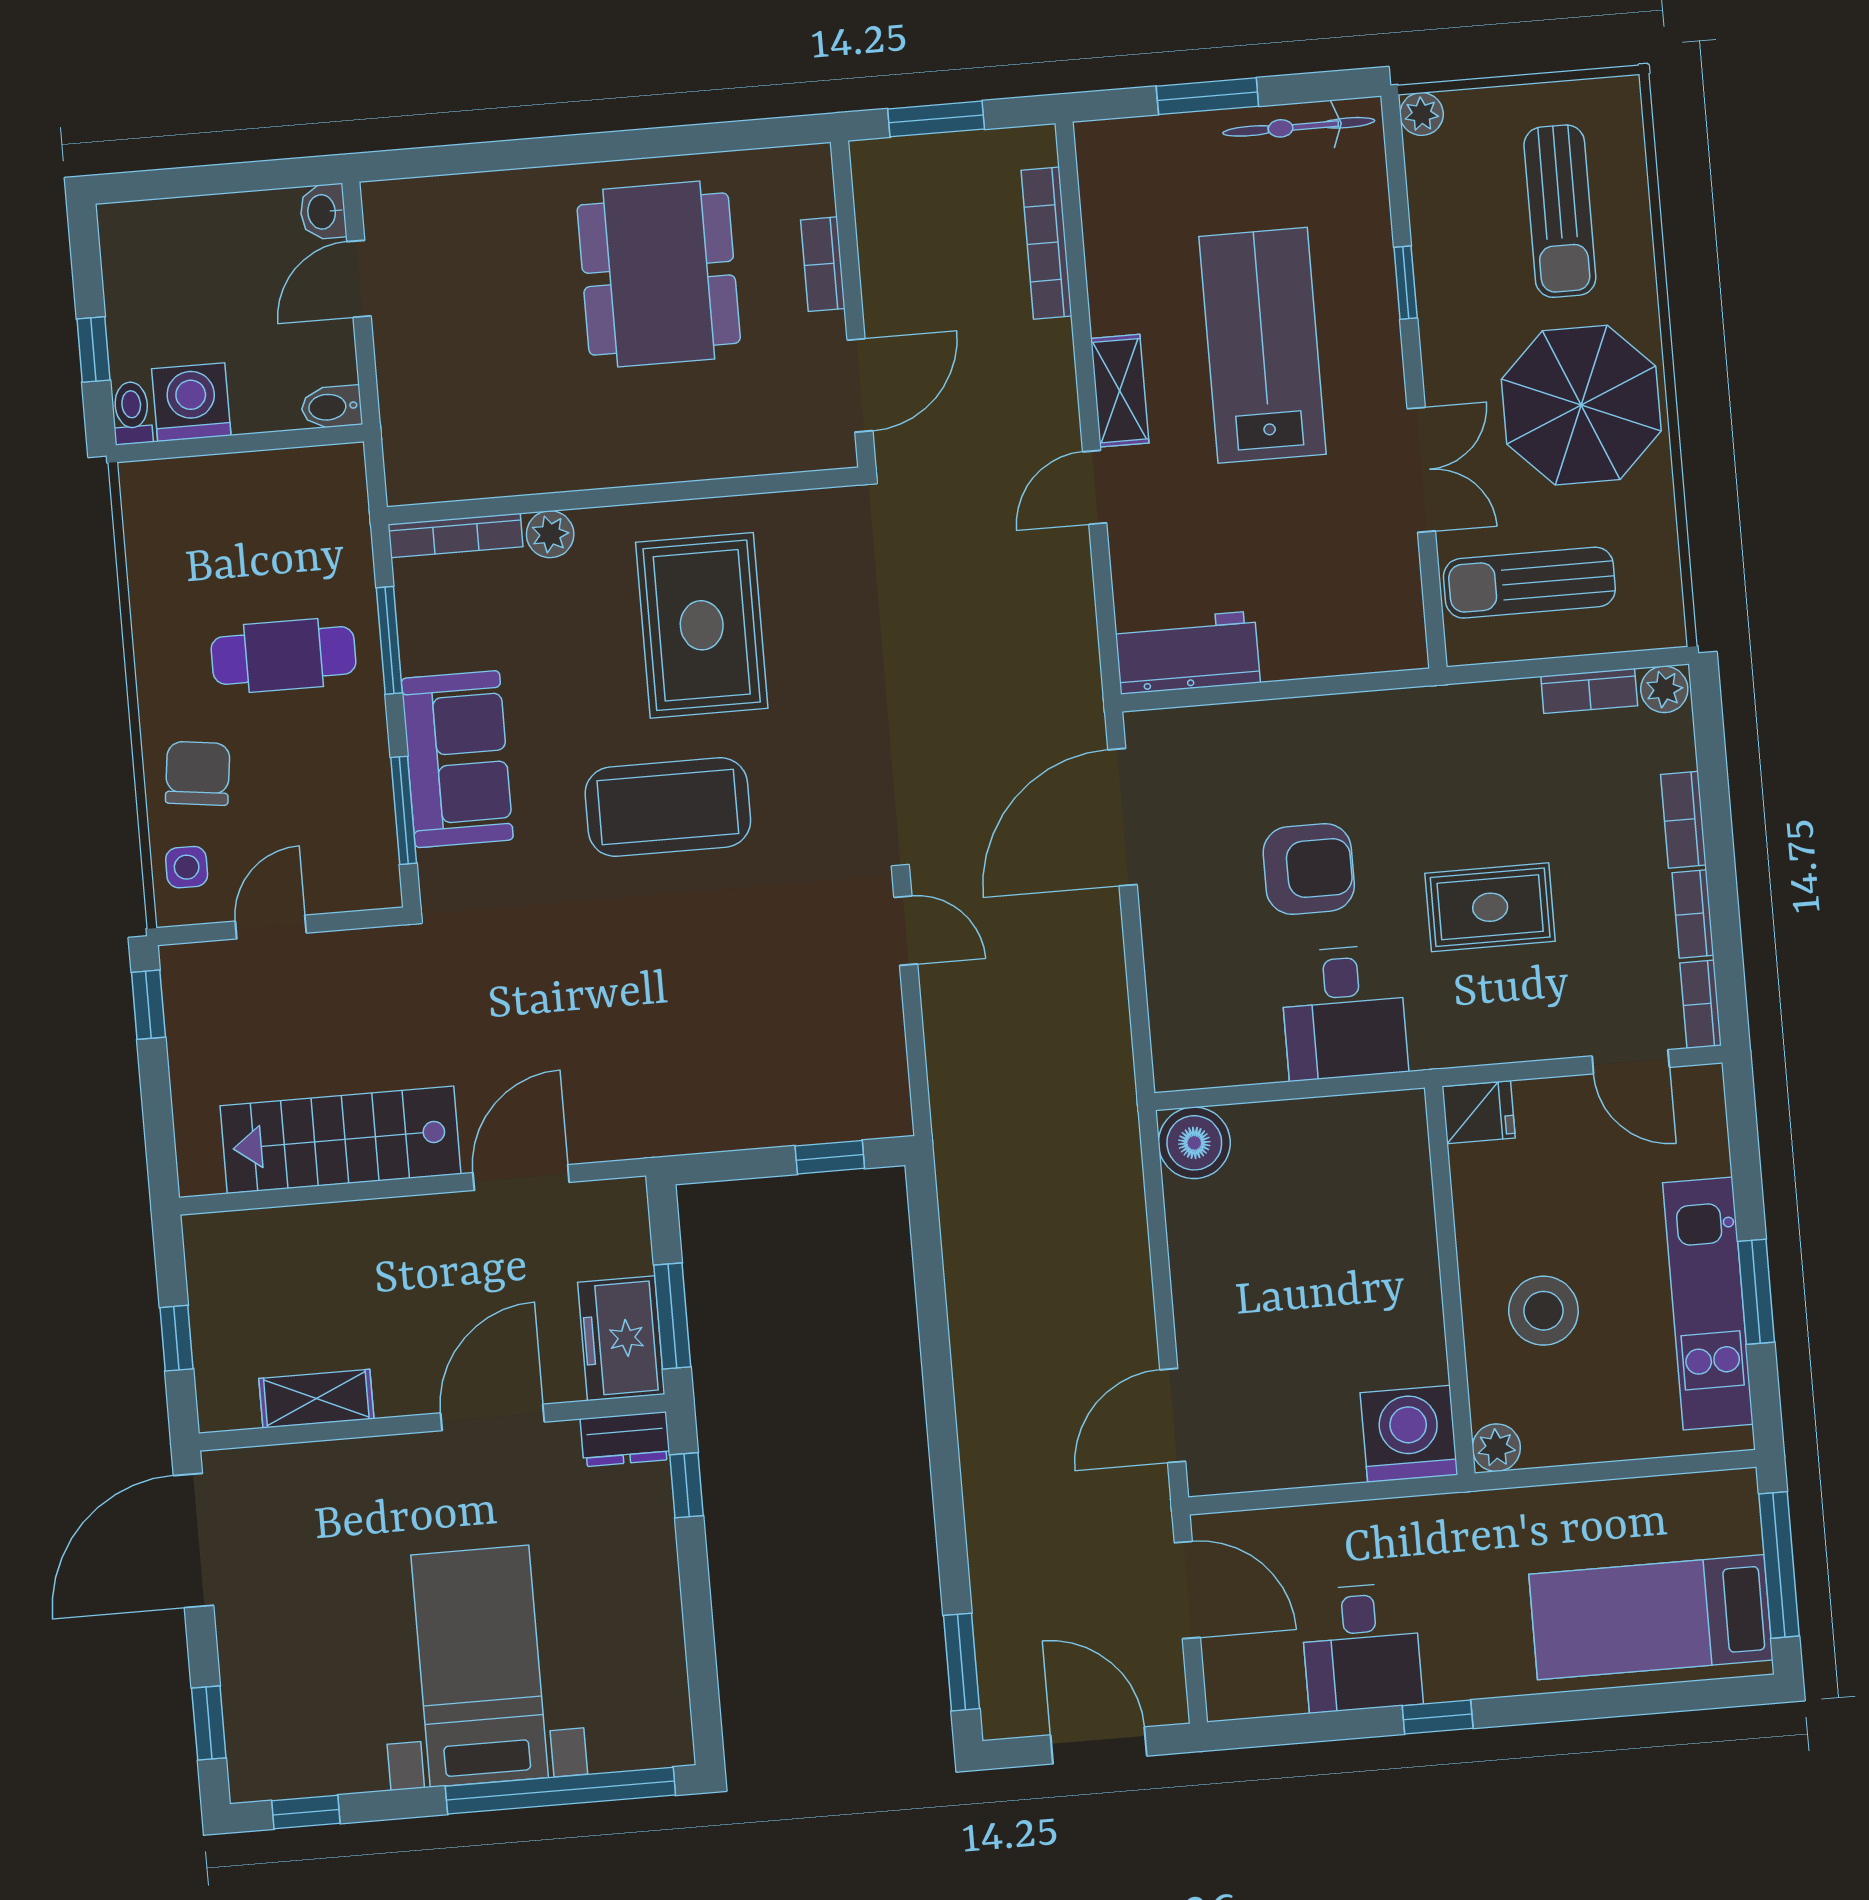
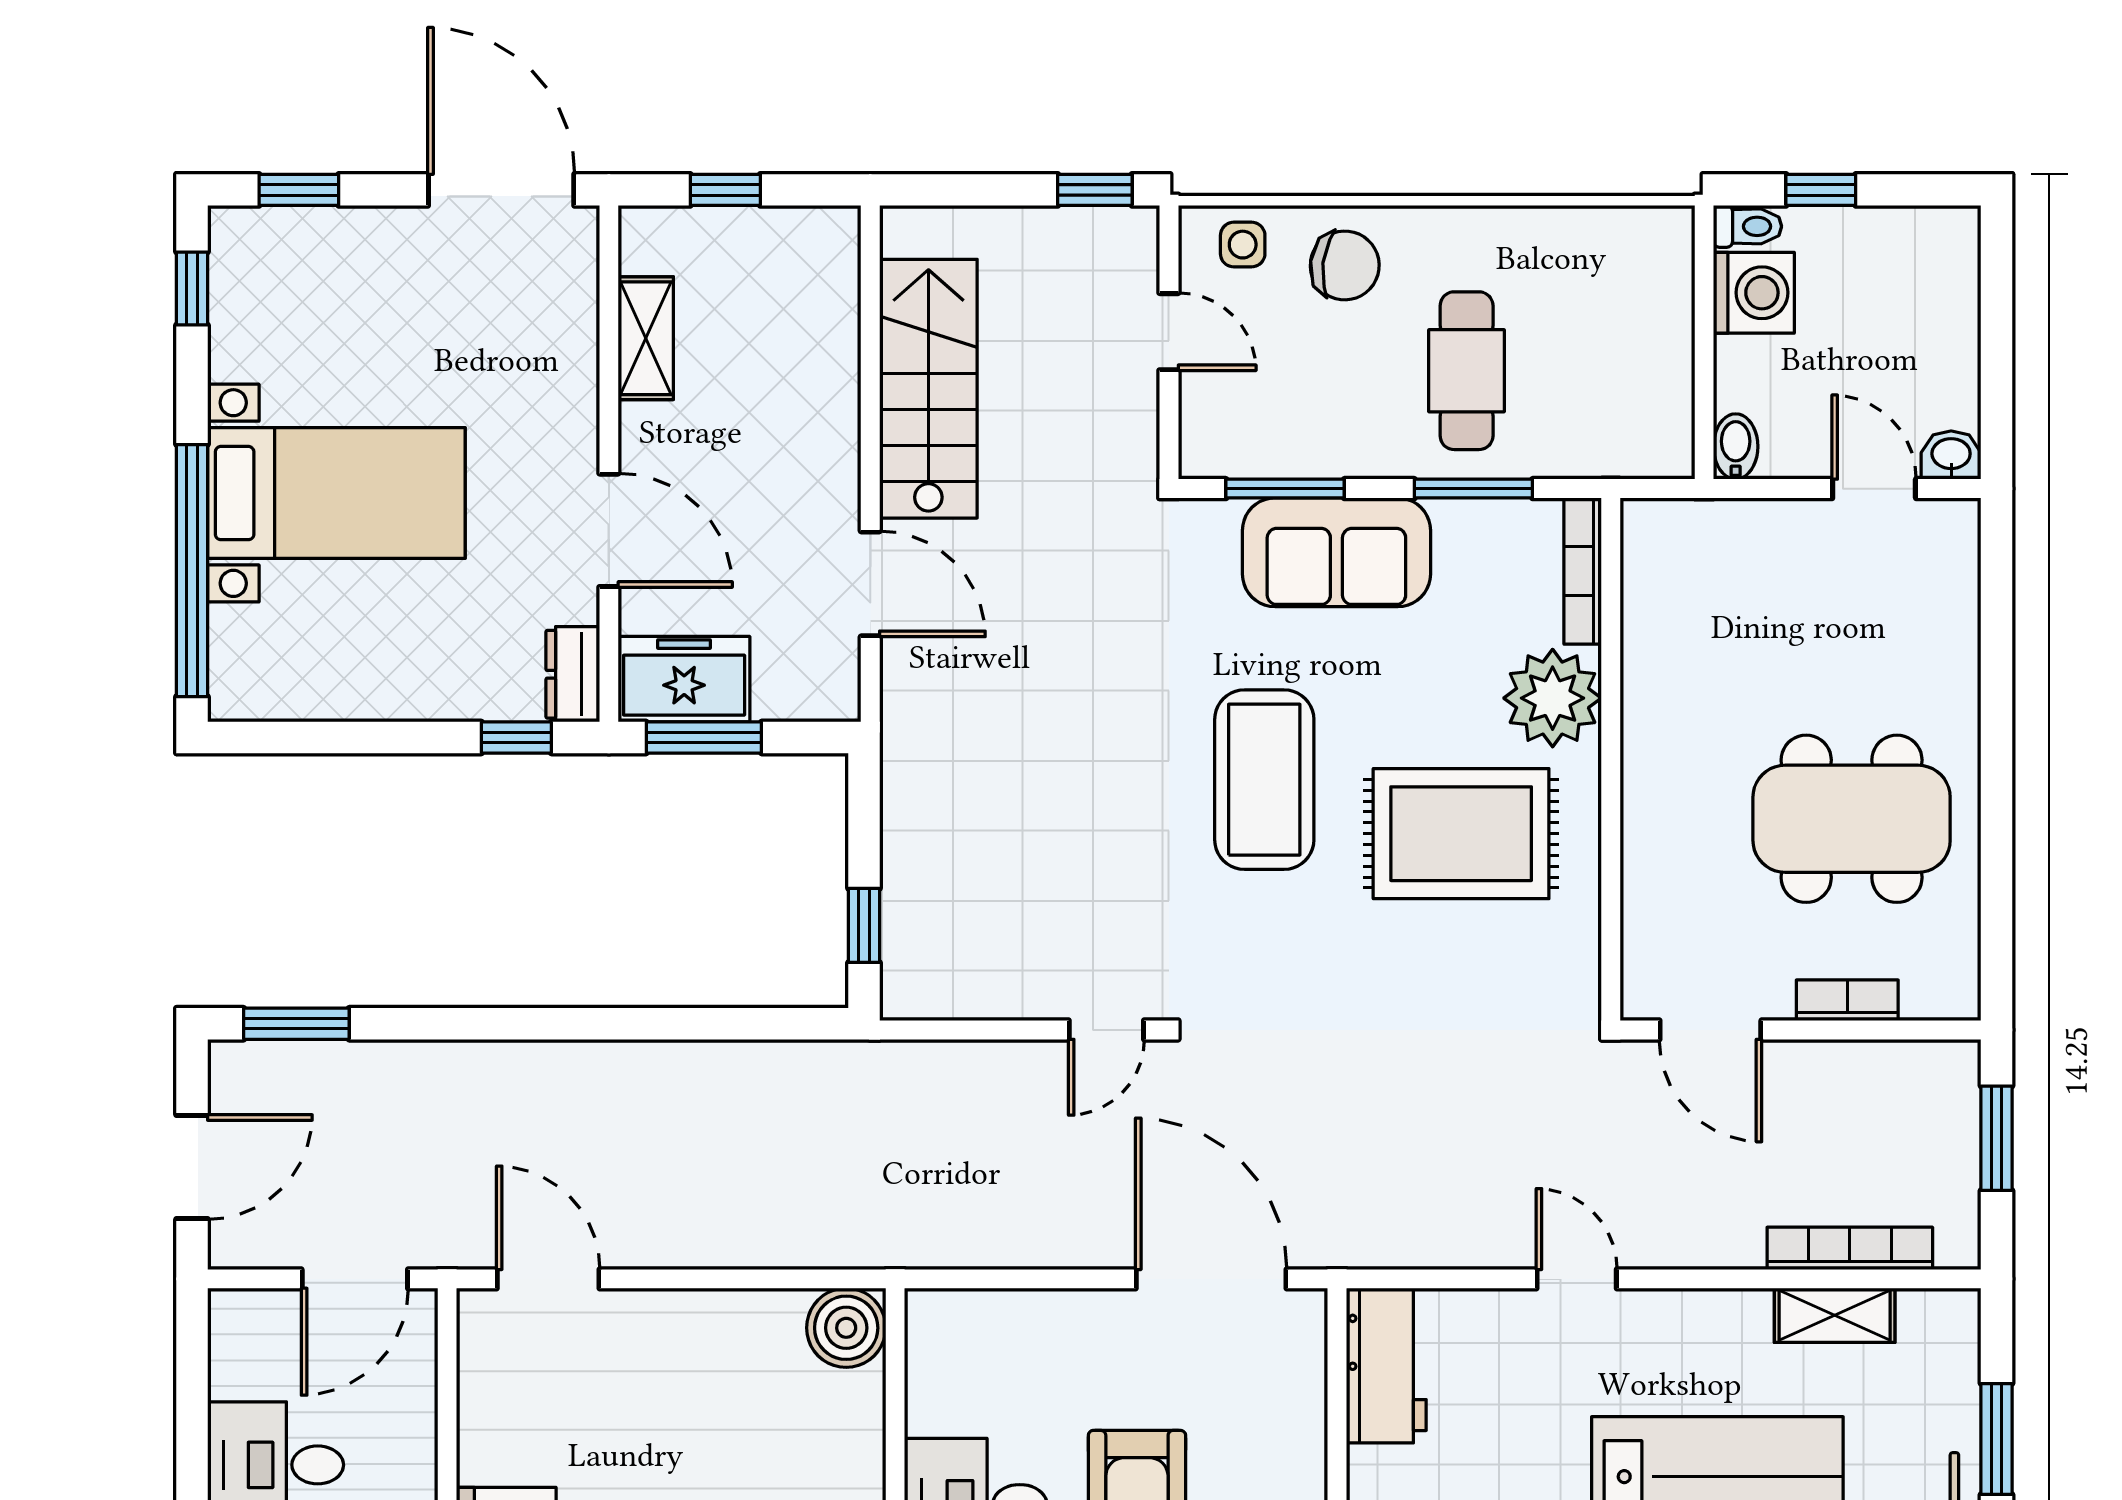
shelving: (1120, 391) -> (1835, 1315), moved
plant: (550, 534) -> (1553, 698), width x1.88, depth x1.88

